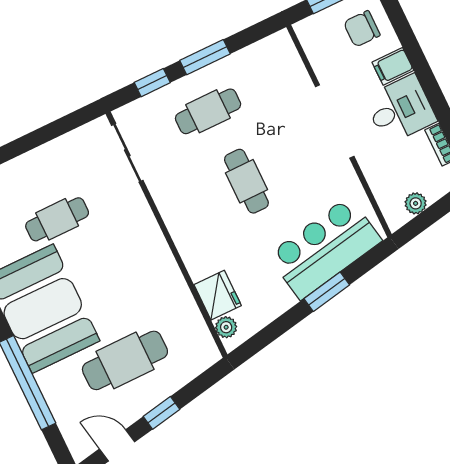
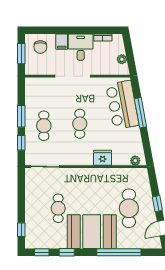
cafe table: (246, 181) -> (80, 124), turned 90
window: (327, 292) -> (140, 113), width x1.44
fridge: (218, 295) -> (103, 158), moved

